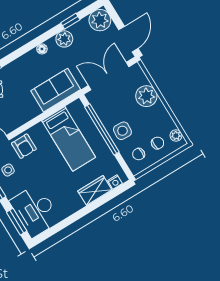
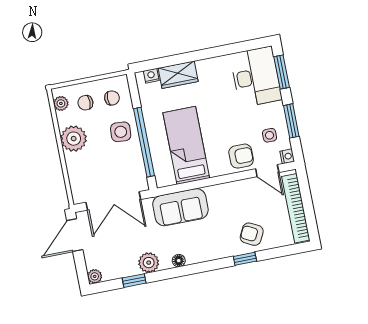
plant: (100, 20) -> (95, 276), width x0.53, depth x0.53
plant: (146, 96) -> (74, 139), moved
armchair: (24, 146) -> (241, 156), turned 90

